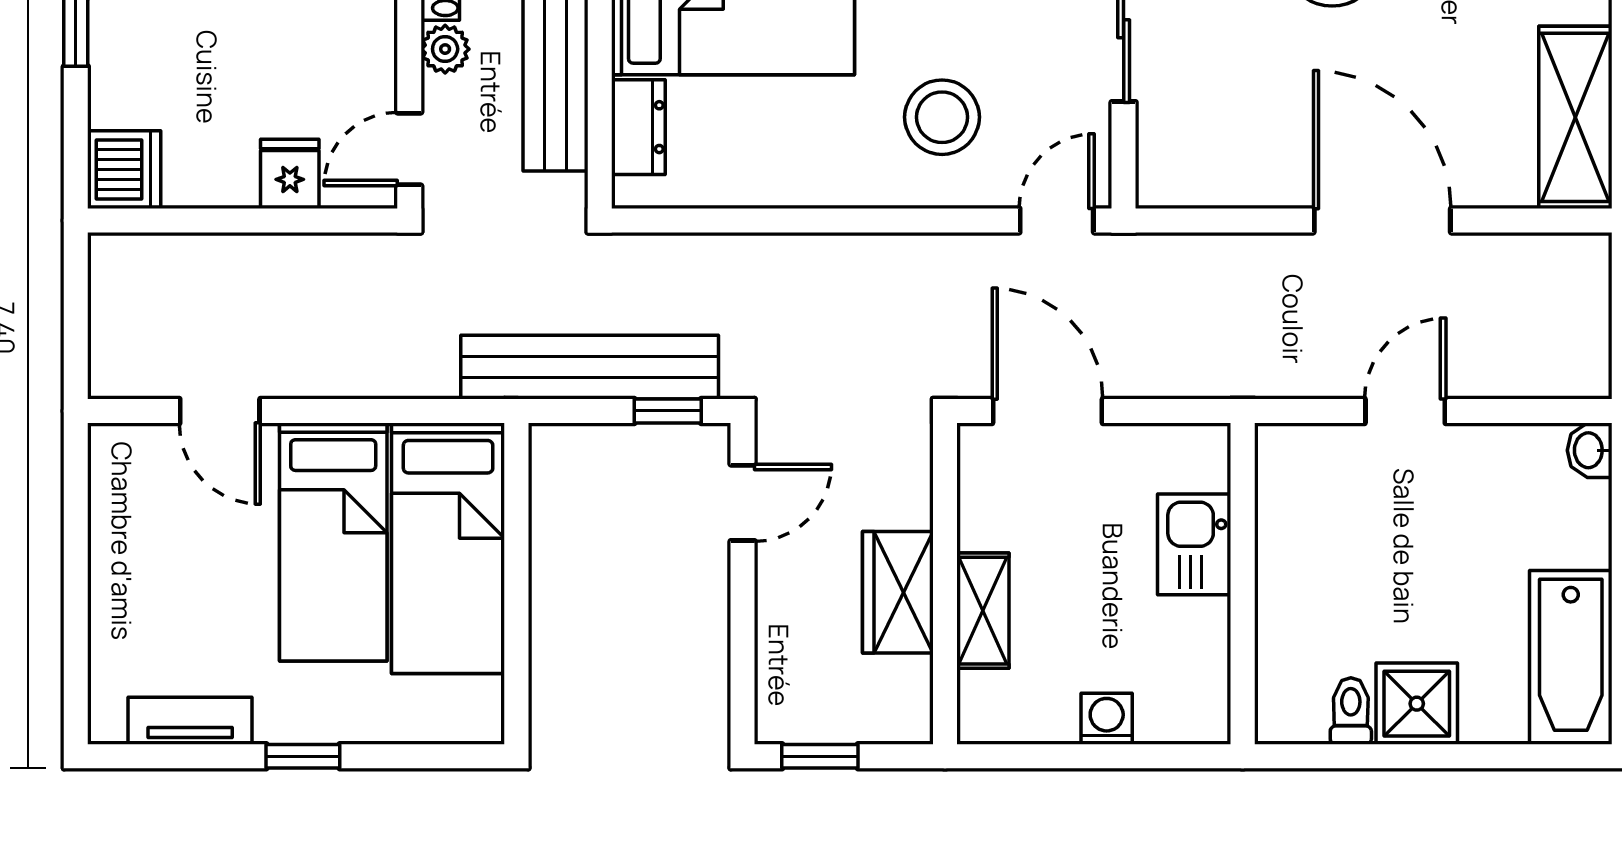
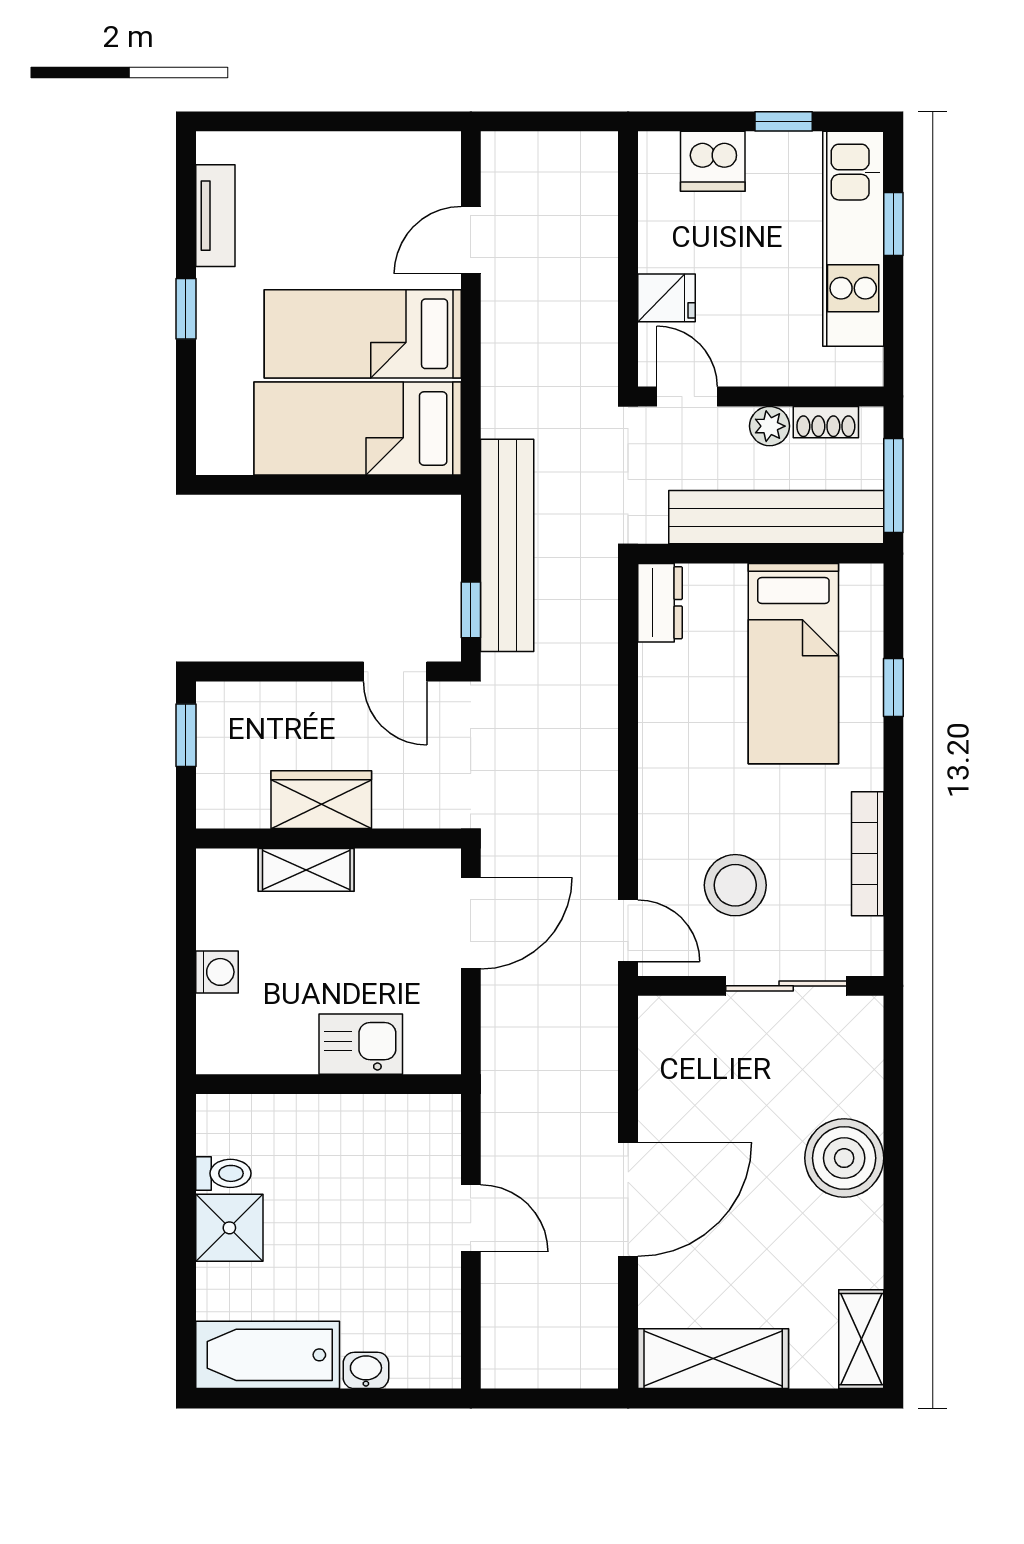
stool: (942, 117) -> (735, 885), moved
dresser: (638, 127) -> (660, 603), moved, turned -90
dishwasher: (124, 170) -> (713, 161), moved
washbasin: (1590, 450) -> (366, 1370), moved

